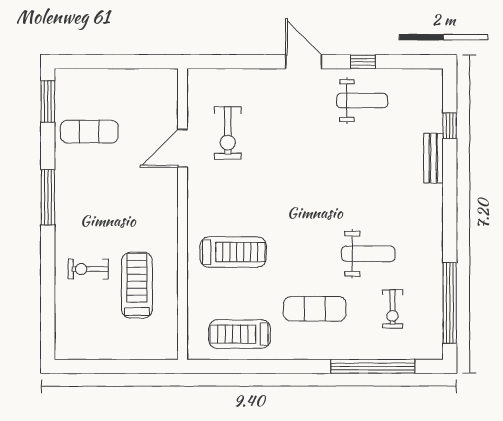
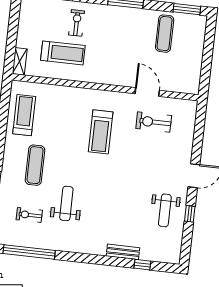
treadmill: (233, 252) -> (101, 132), moved
weight bench: (368, 254) -> (66, 203), turned 180
shelving: (157, 350) -> (20, 61), added

